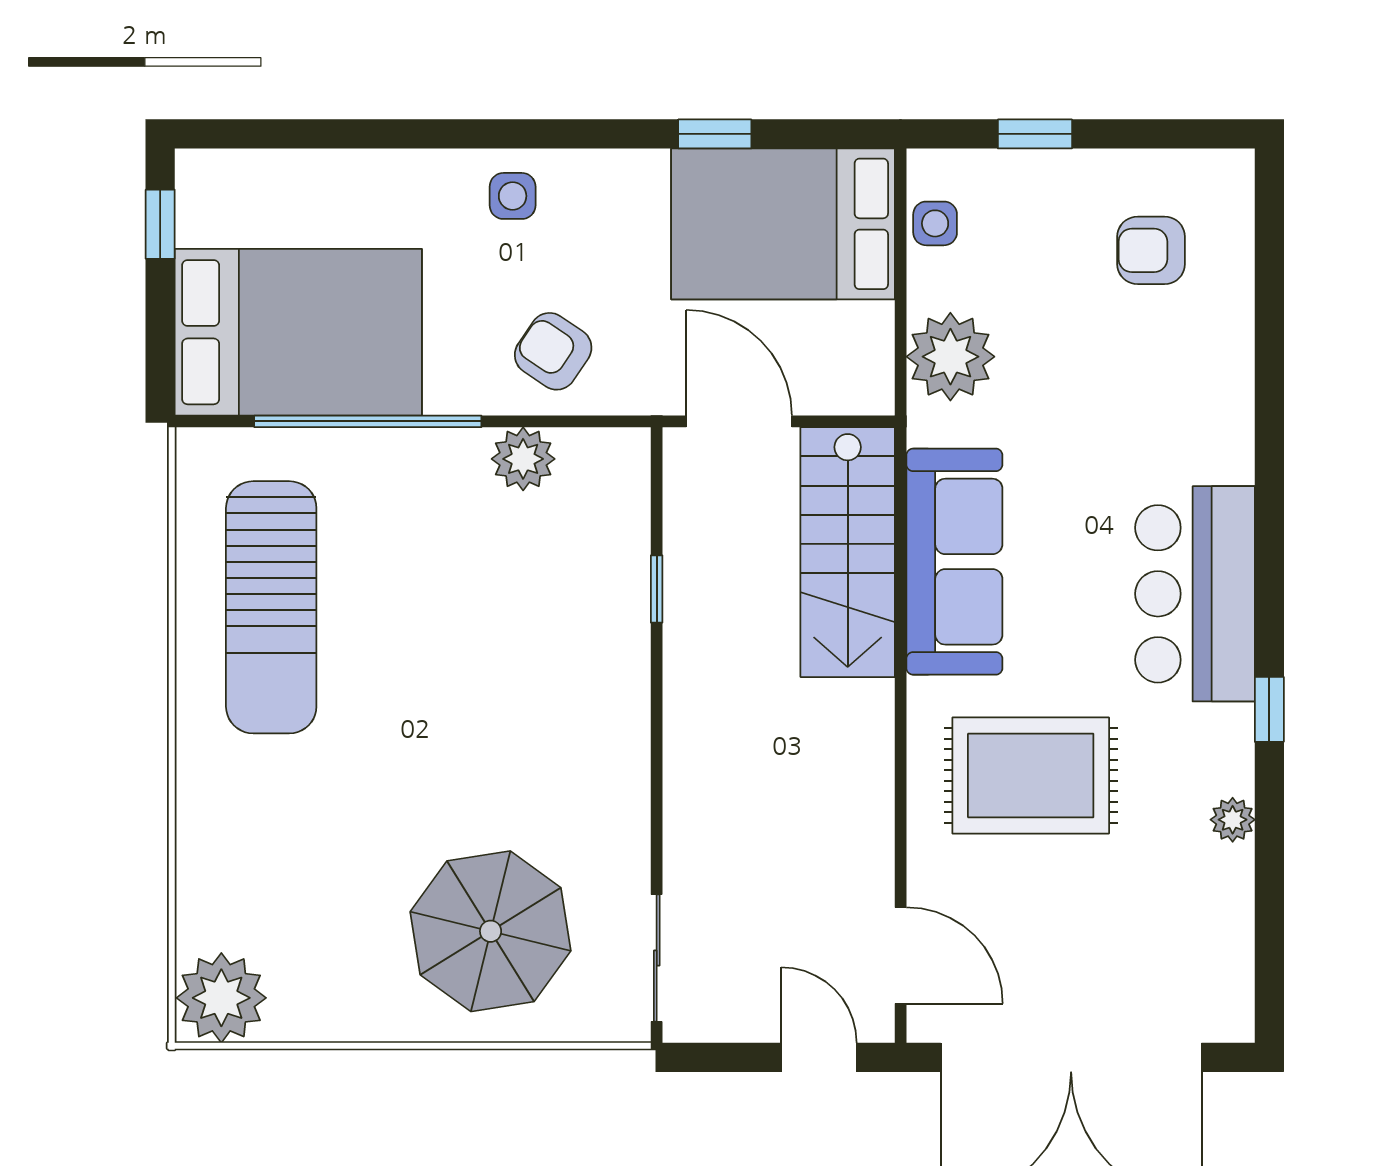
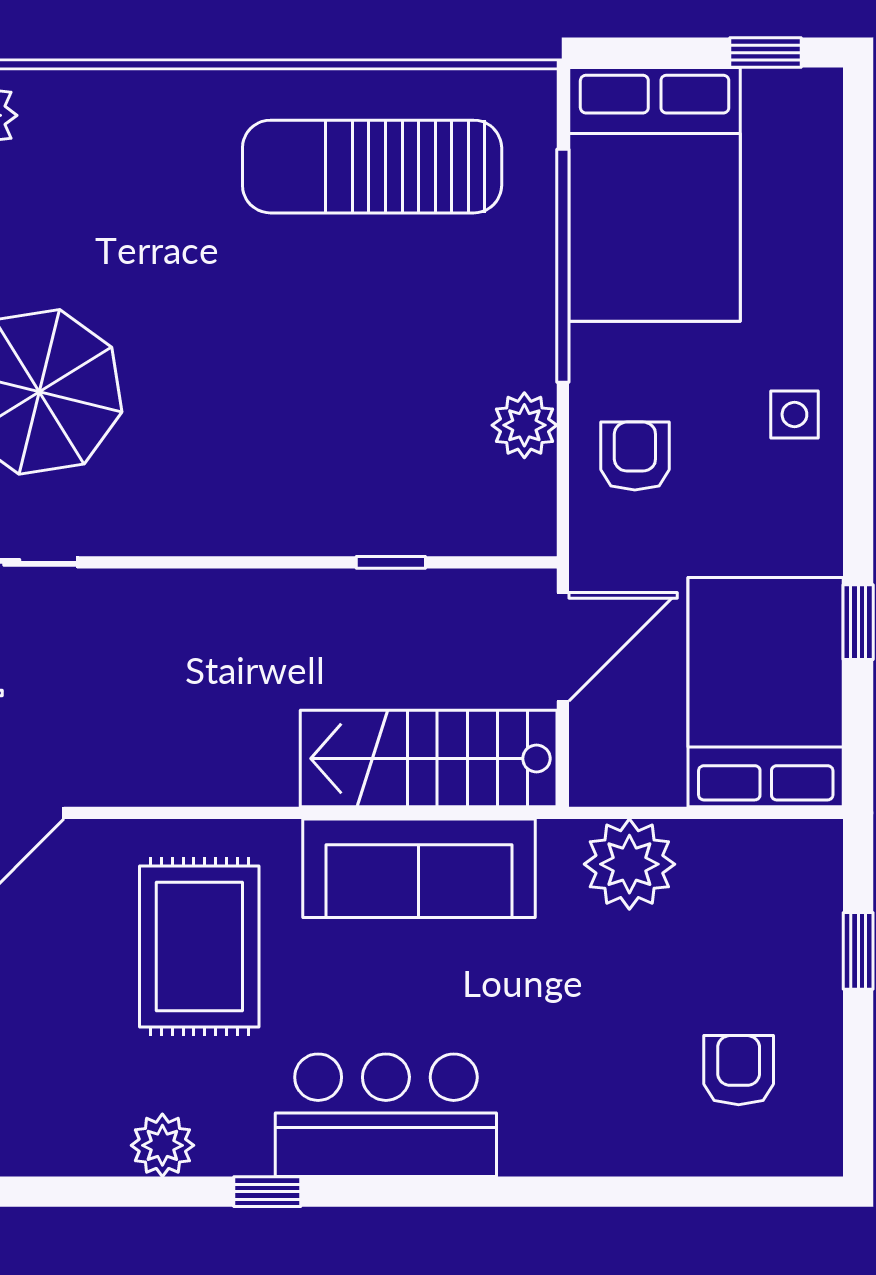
side table: (935, 223) -> (766, 848), removed
armchair: (553, 351) -> (635, 456), turned -34
plant: (1233, 820) -> (162, 1145), width x1.38, depth x1.38

